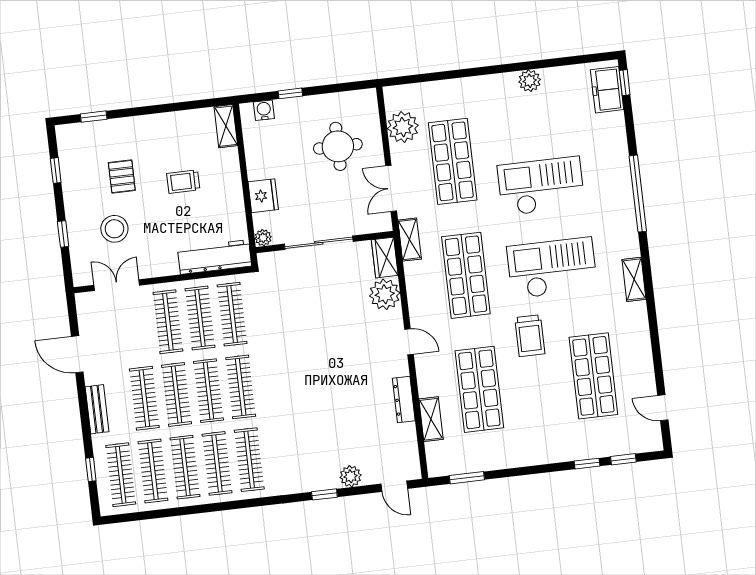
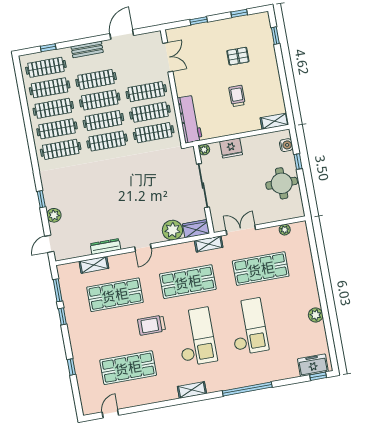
plant: (403, 127) -> (285, 230), width x0.53, depth x0.53
round table: (338, 146) -> (282, 183), moved
stool: (114, 229) -> (204, 54), removed
window: (623, 459) -> (62, 316), moved

